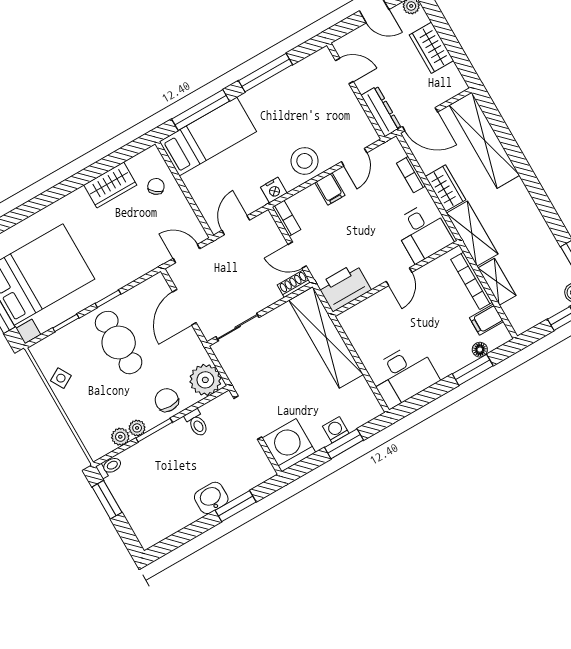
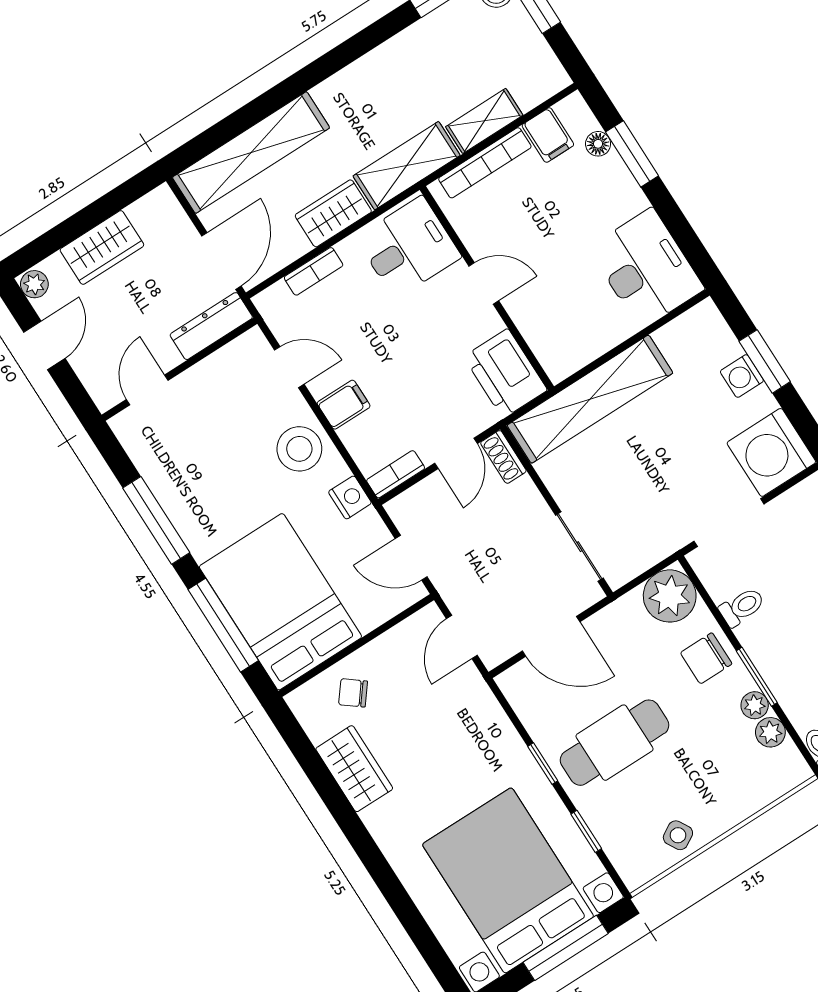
bed: (208, 137) -> (280, 602), width x1.50

